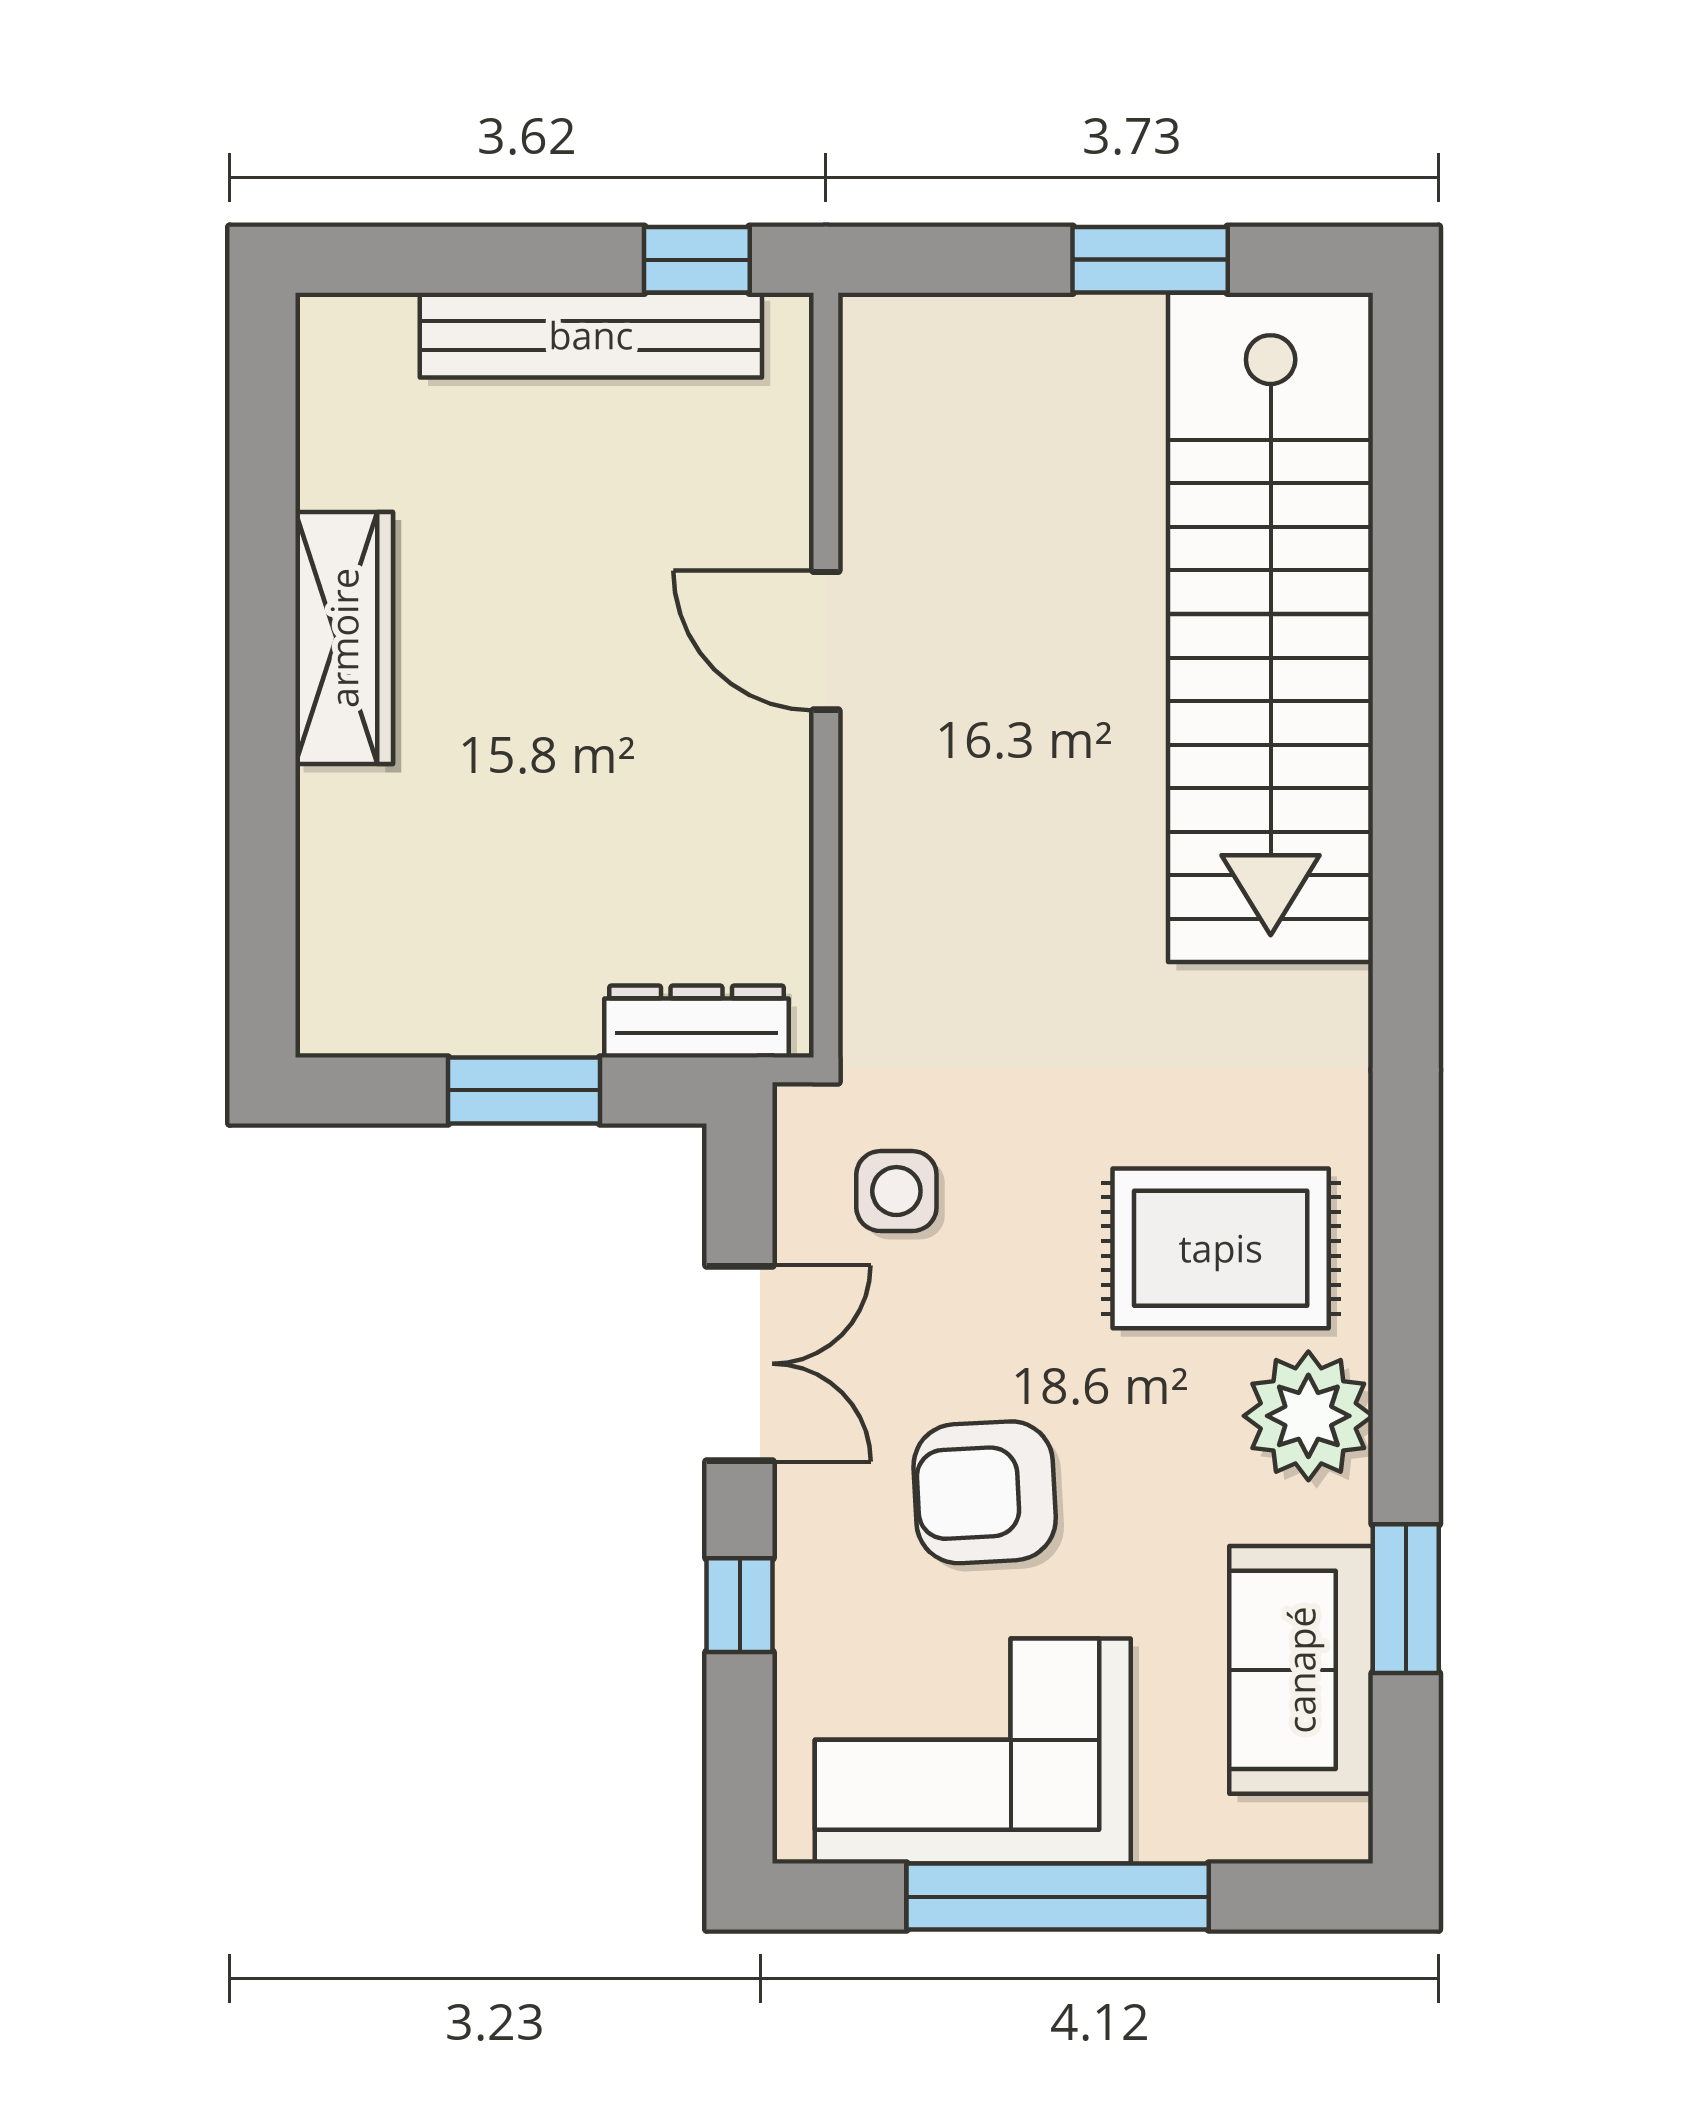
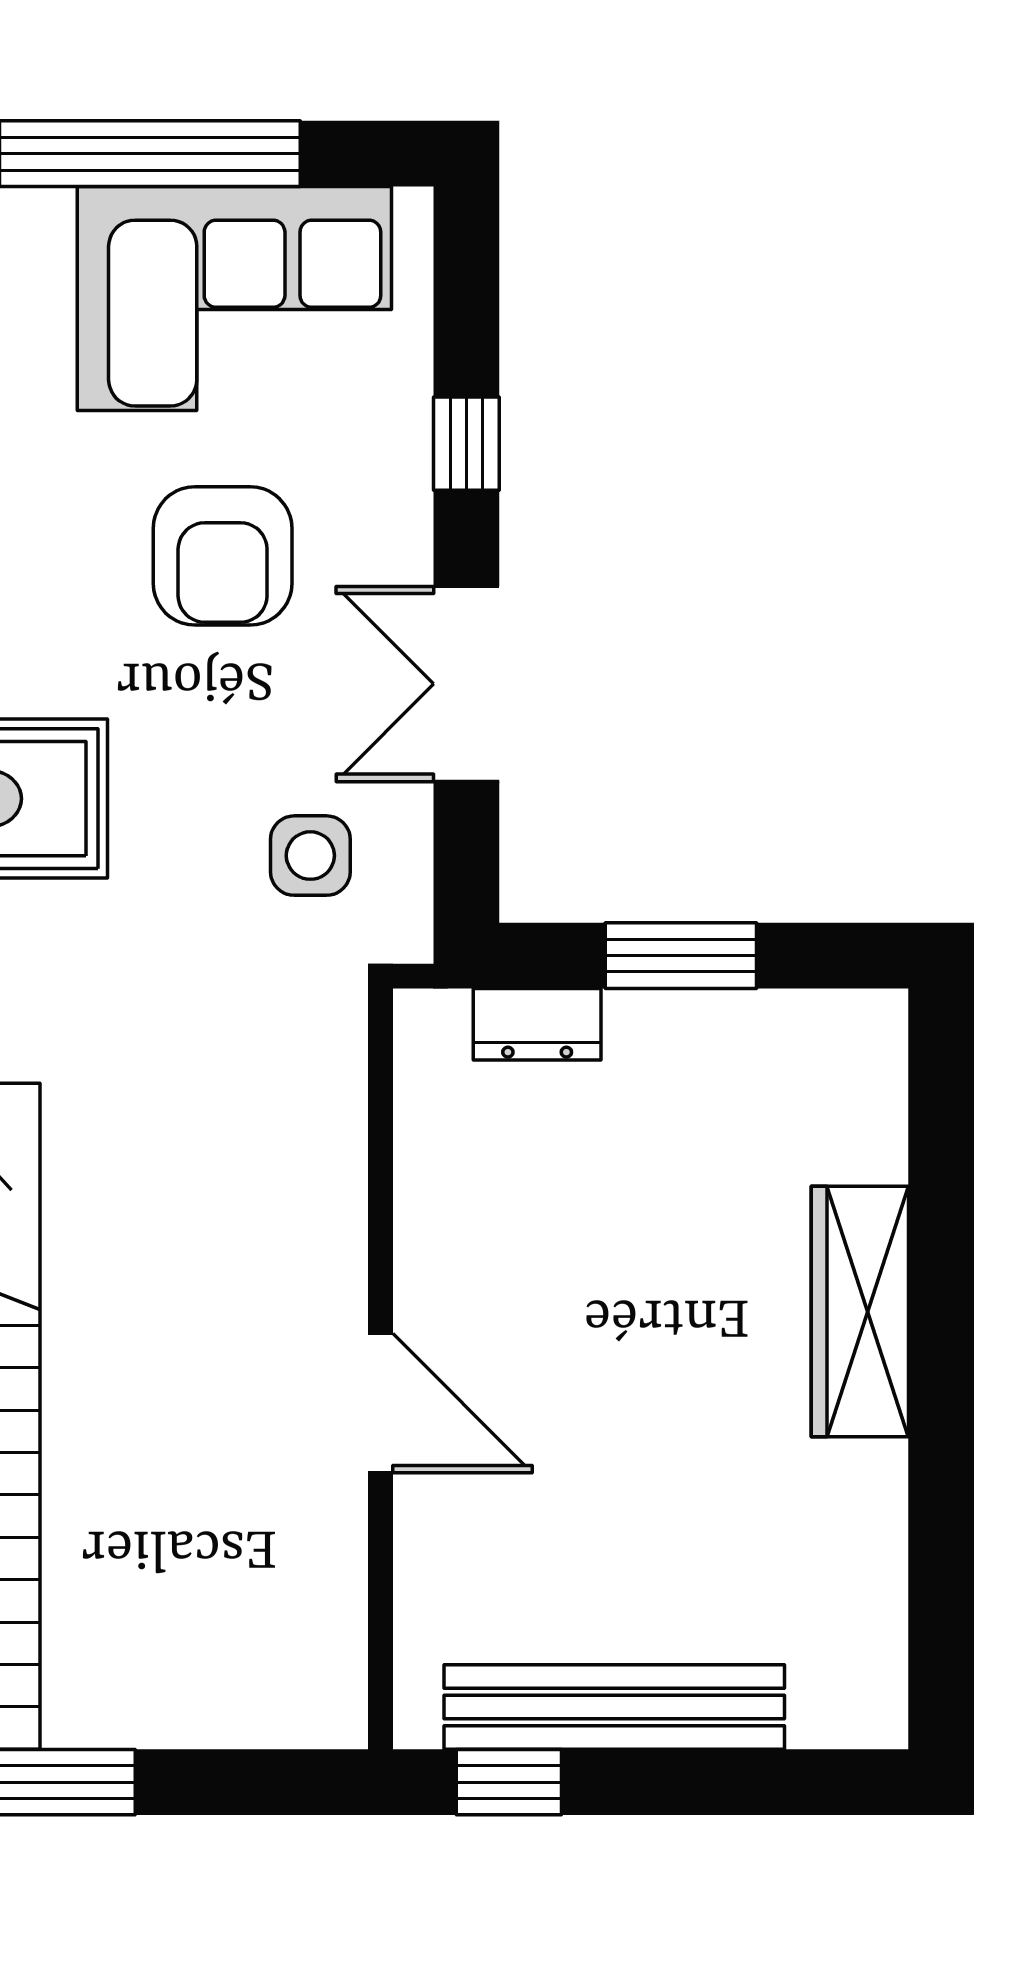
wardrobe: (344, 638) -> (860, 1311), moved
dresser: (697, 1022) -> (537, 1024), width x0.70
armchair: (985, 1492) -> (223, 556), turned 93

